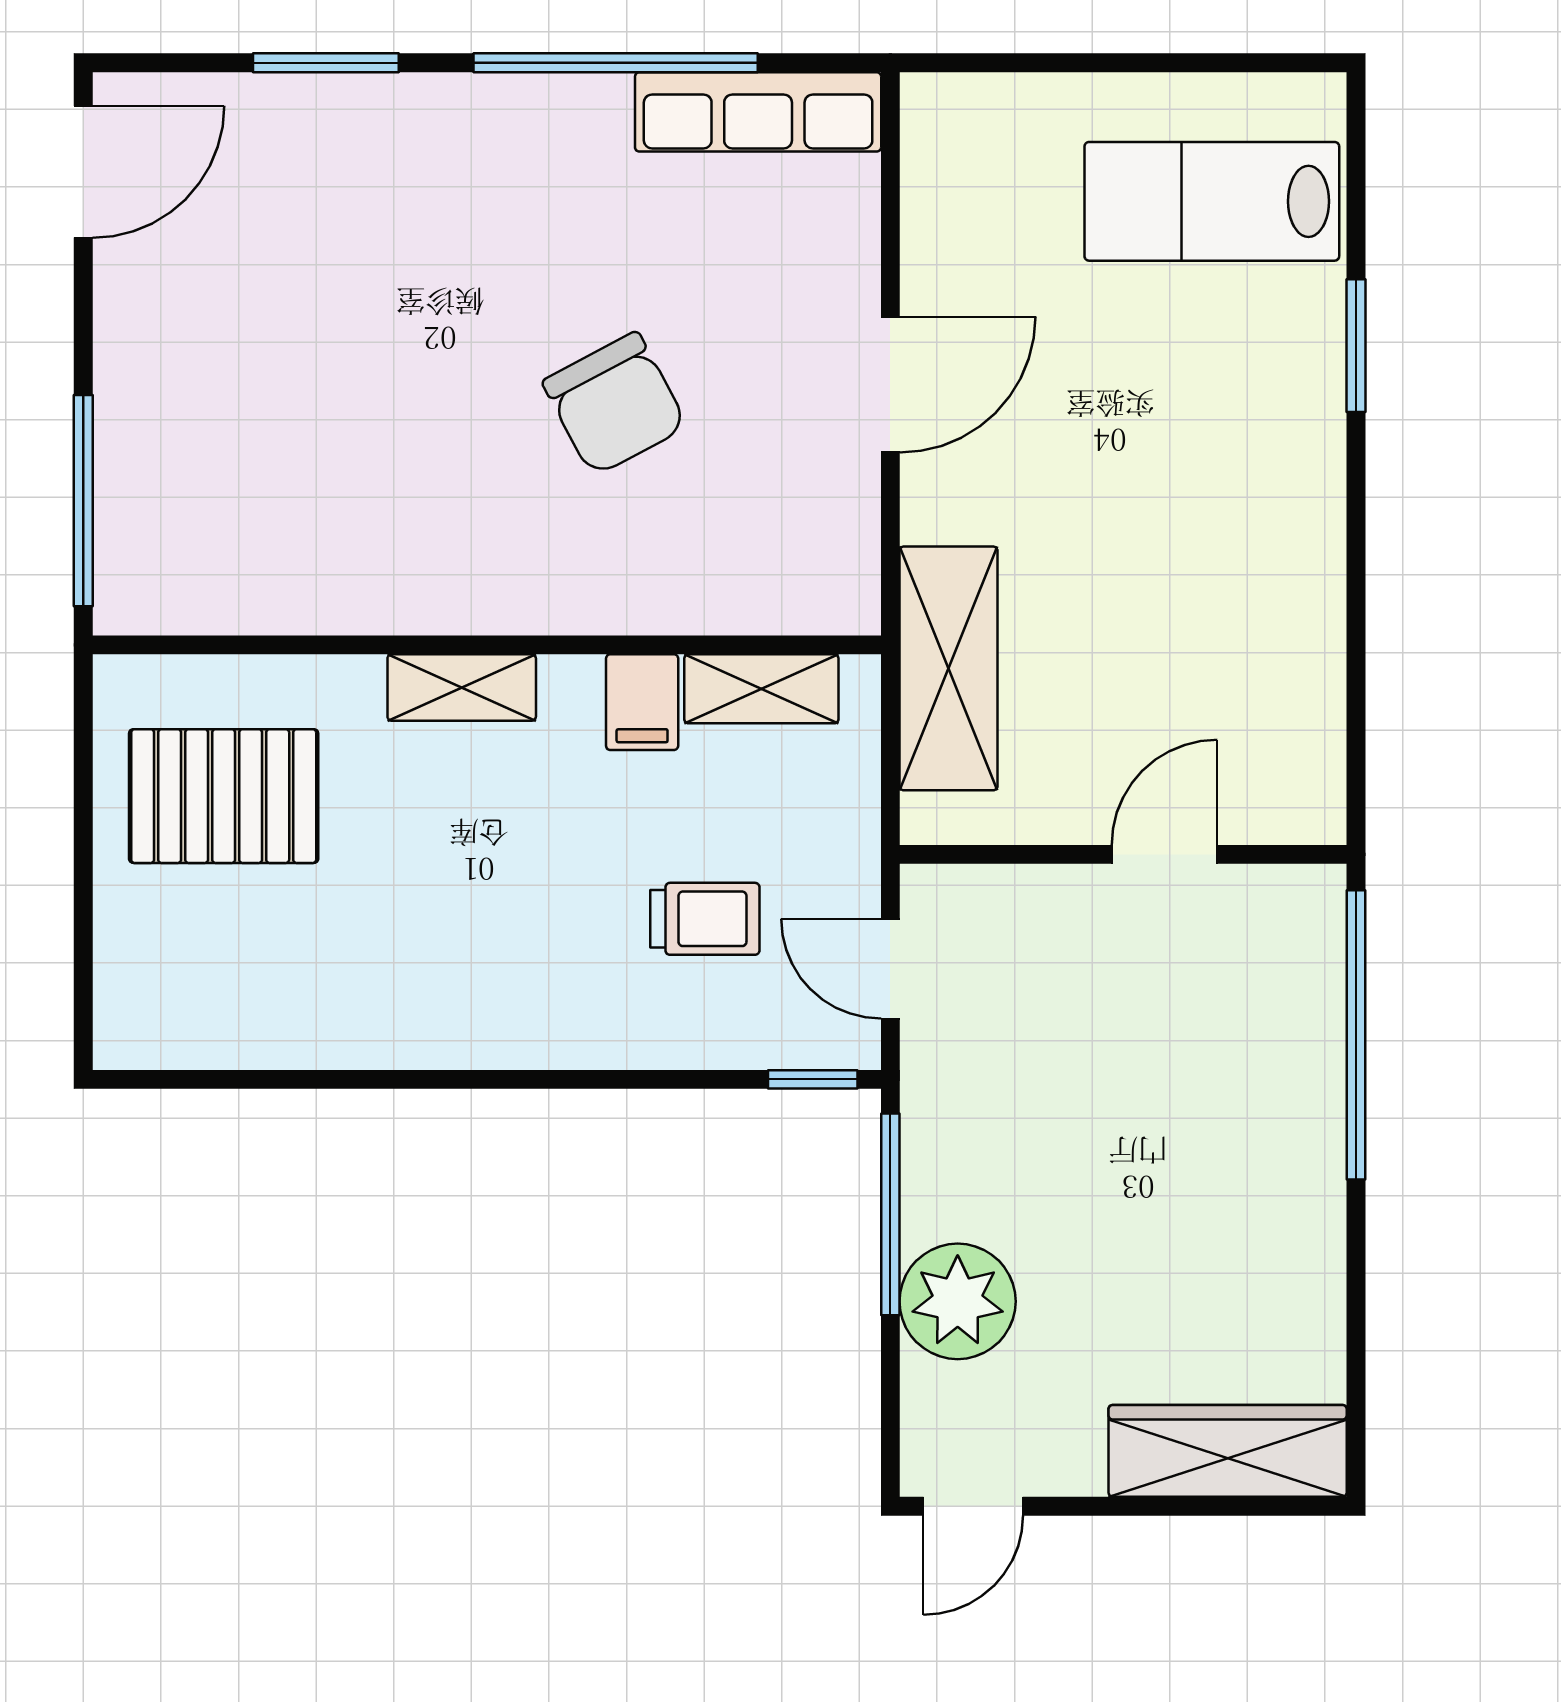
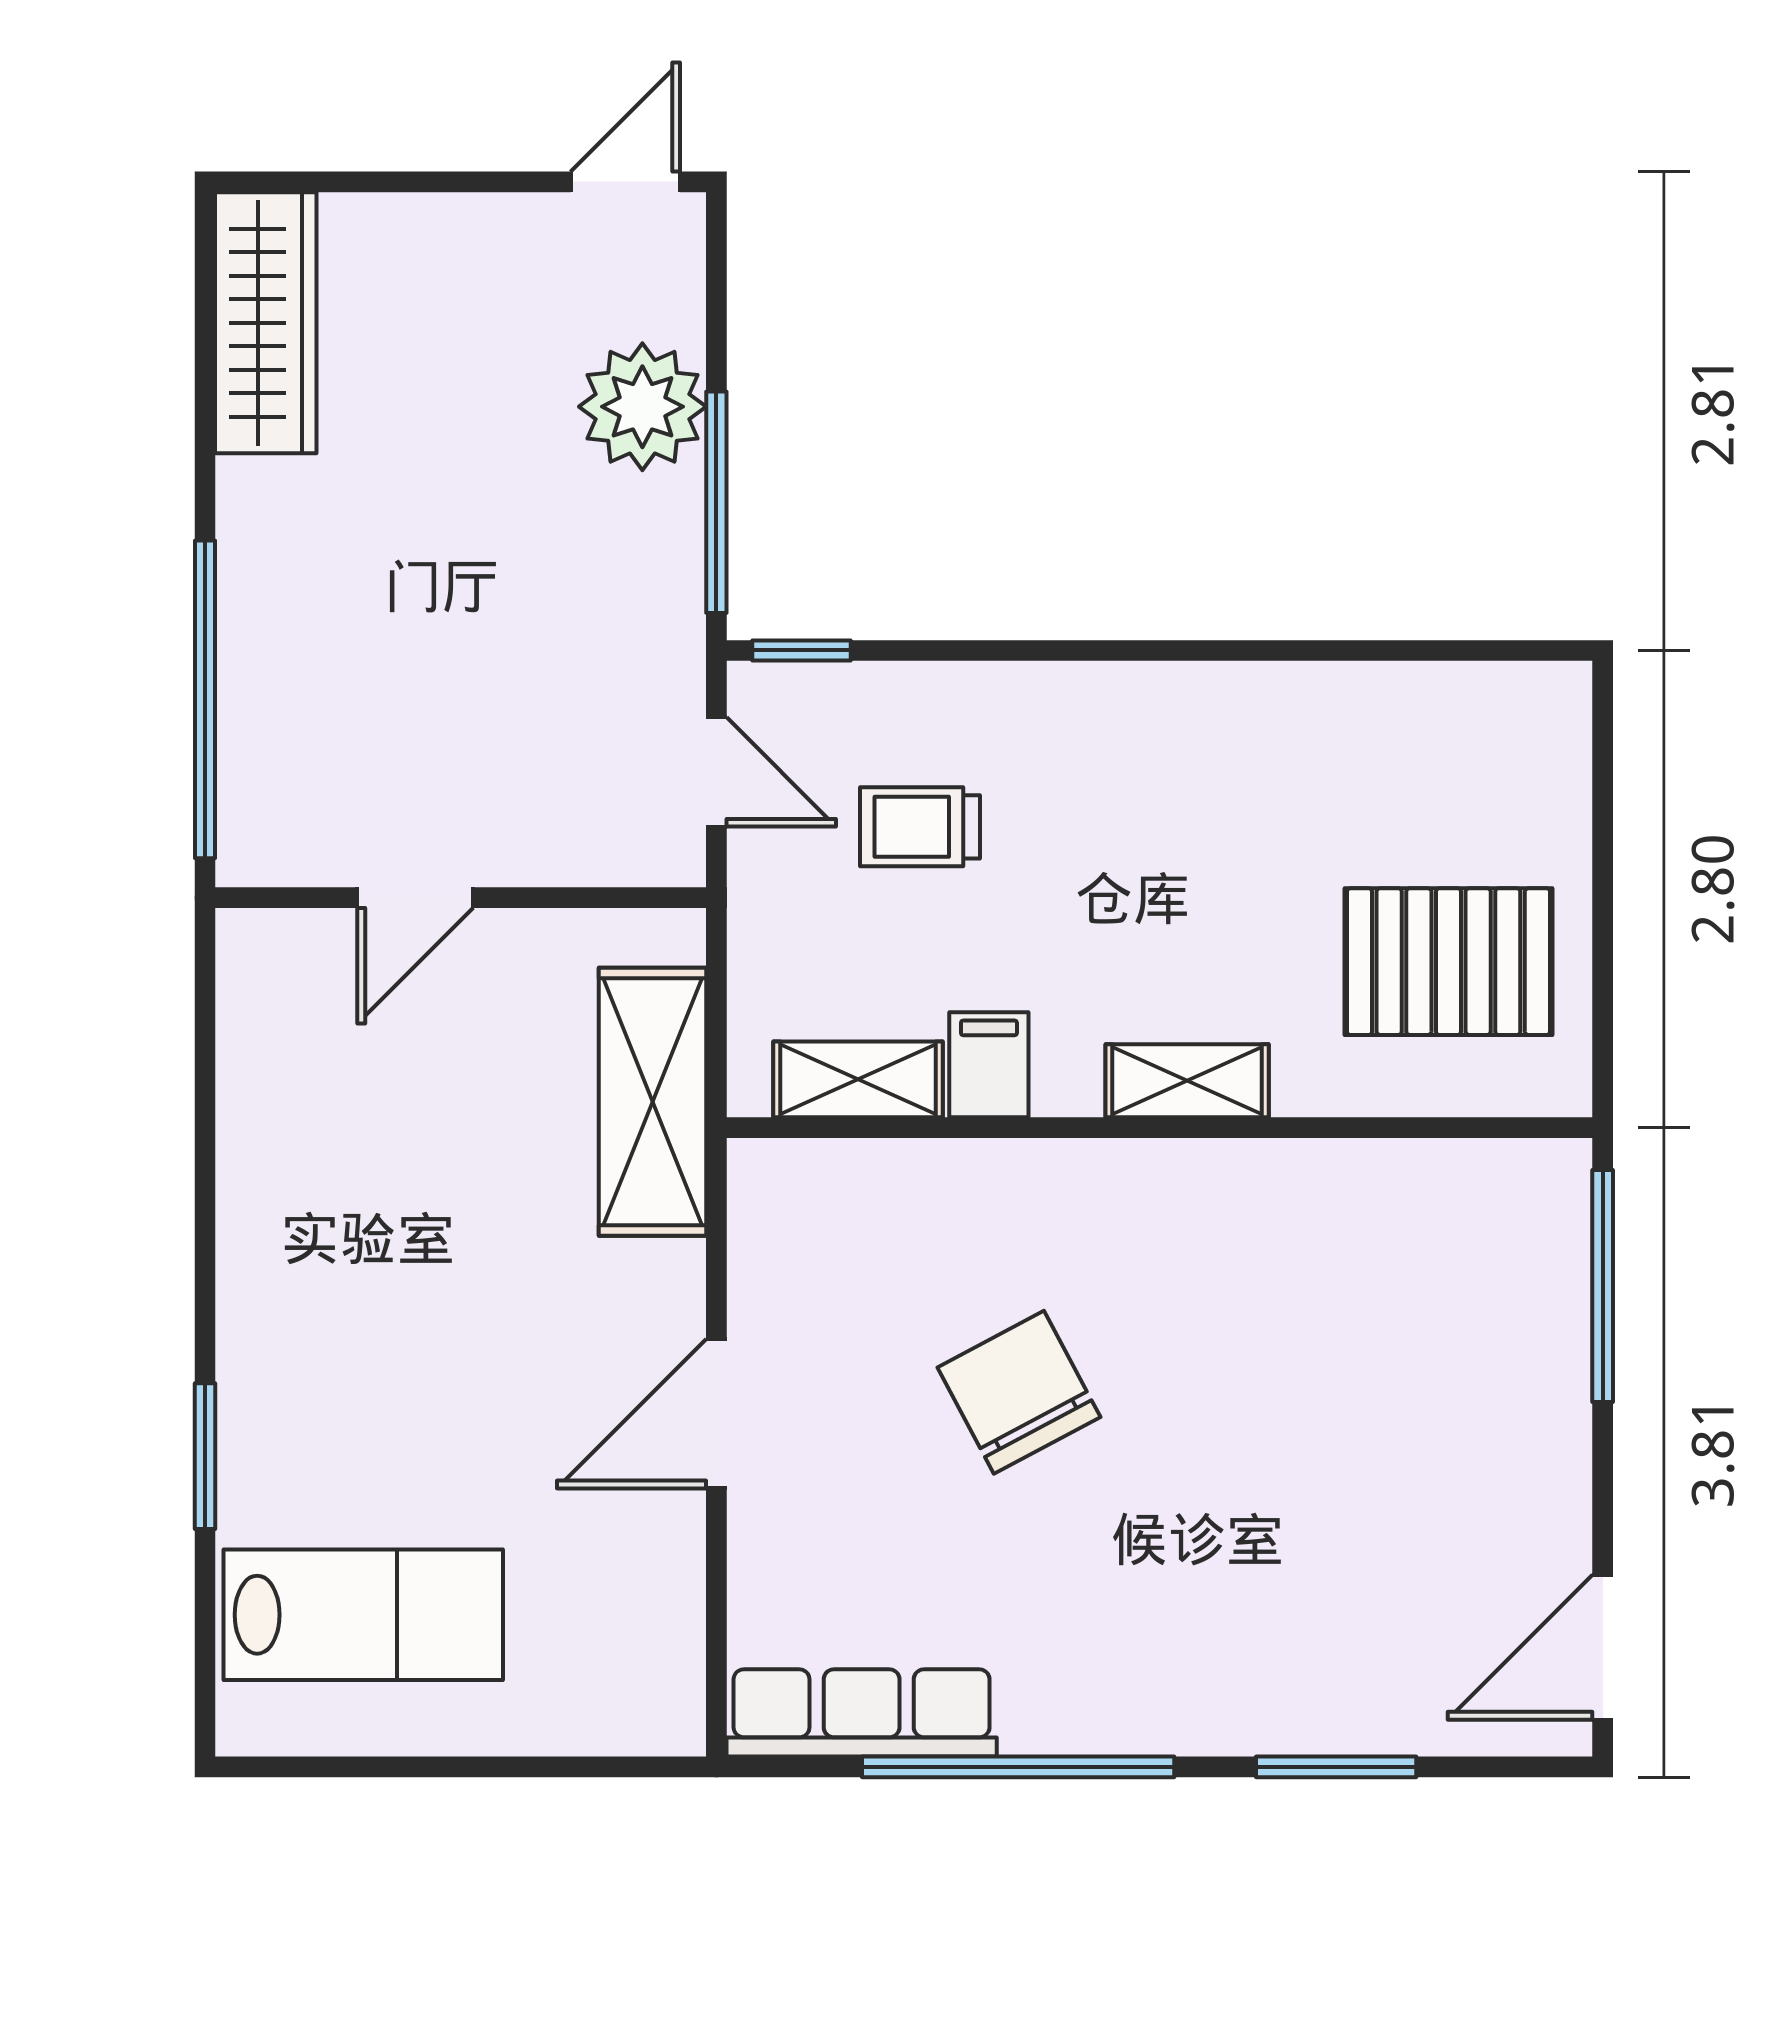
wardrobe: (1228, 1451) -> (266, 323), moved, turned -90

